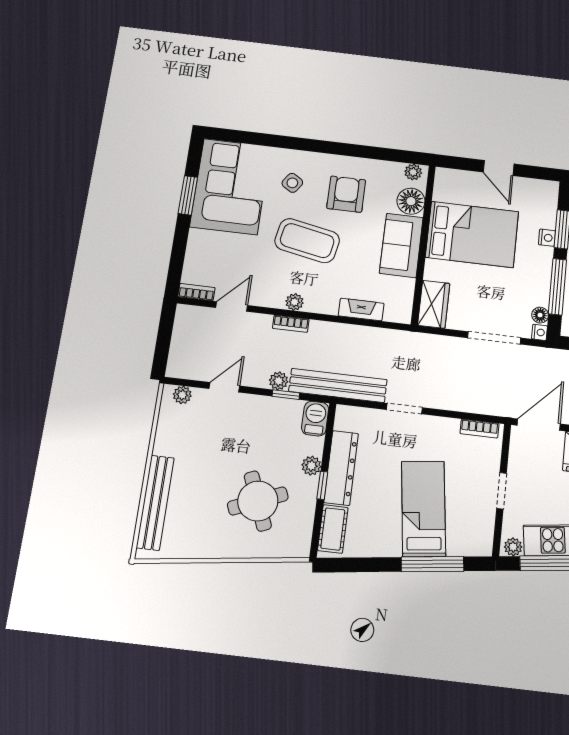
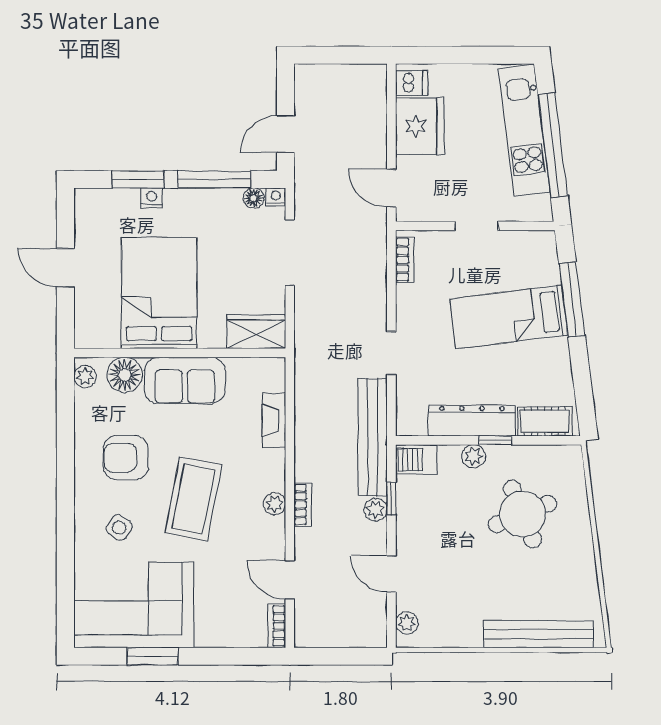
door: (499, 168) -> (65, 268), swing flipped
door: (539, 425) -> (391, 188), width x0.73
plant: (513, 547) -> (541, 206), removed

